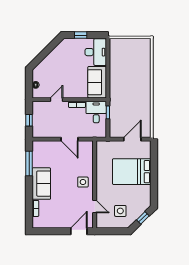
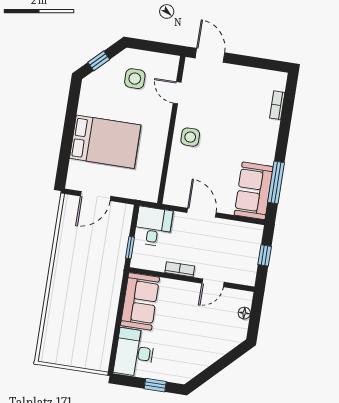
desk: (96, 112) -> (153, 227), moved, turned 180
sofa: (41, 184) -> (254, 191), moved
door: (79, 231) -> (210, 55), swing flipped

